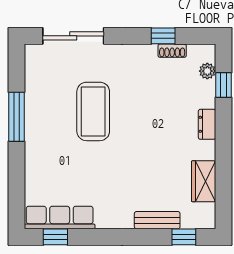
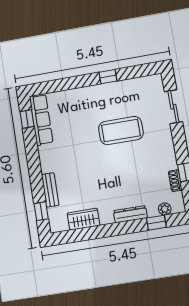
sliding door: (73, 36) -> (173, 107), width x0.73
window: (17, 117) -> (108, 77), width x0.46
dresser: (207, 124) -> (130, 214), width x1.44

